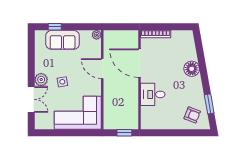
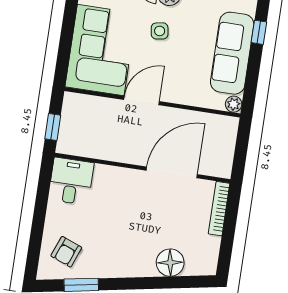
sofa: (63, 40) -> (232, 53), width x1.36
door: (102, 69) -> (142, 101), moved
floor lamp: (192, 69) -> (170, 263), moved
desk: (153, 94) -> (71, 181), moved

